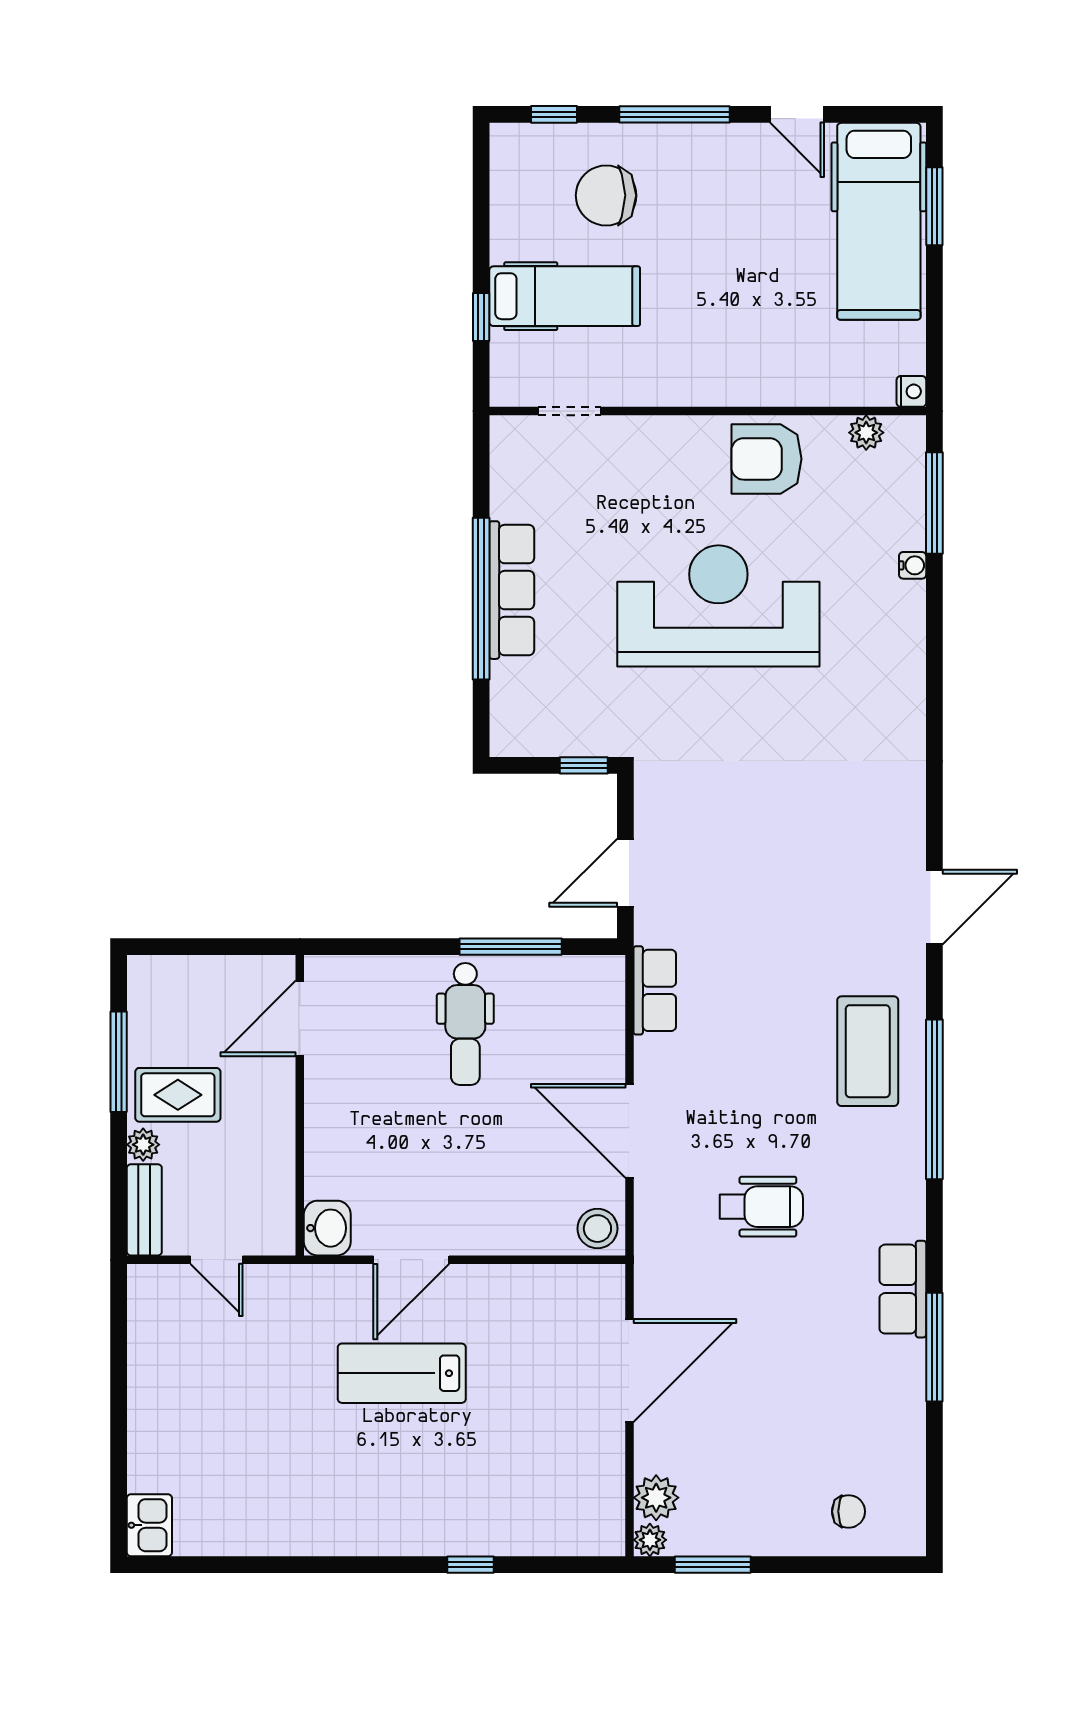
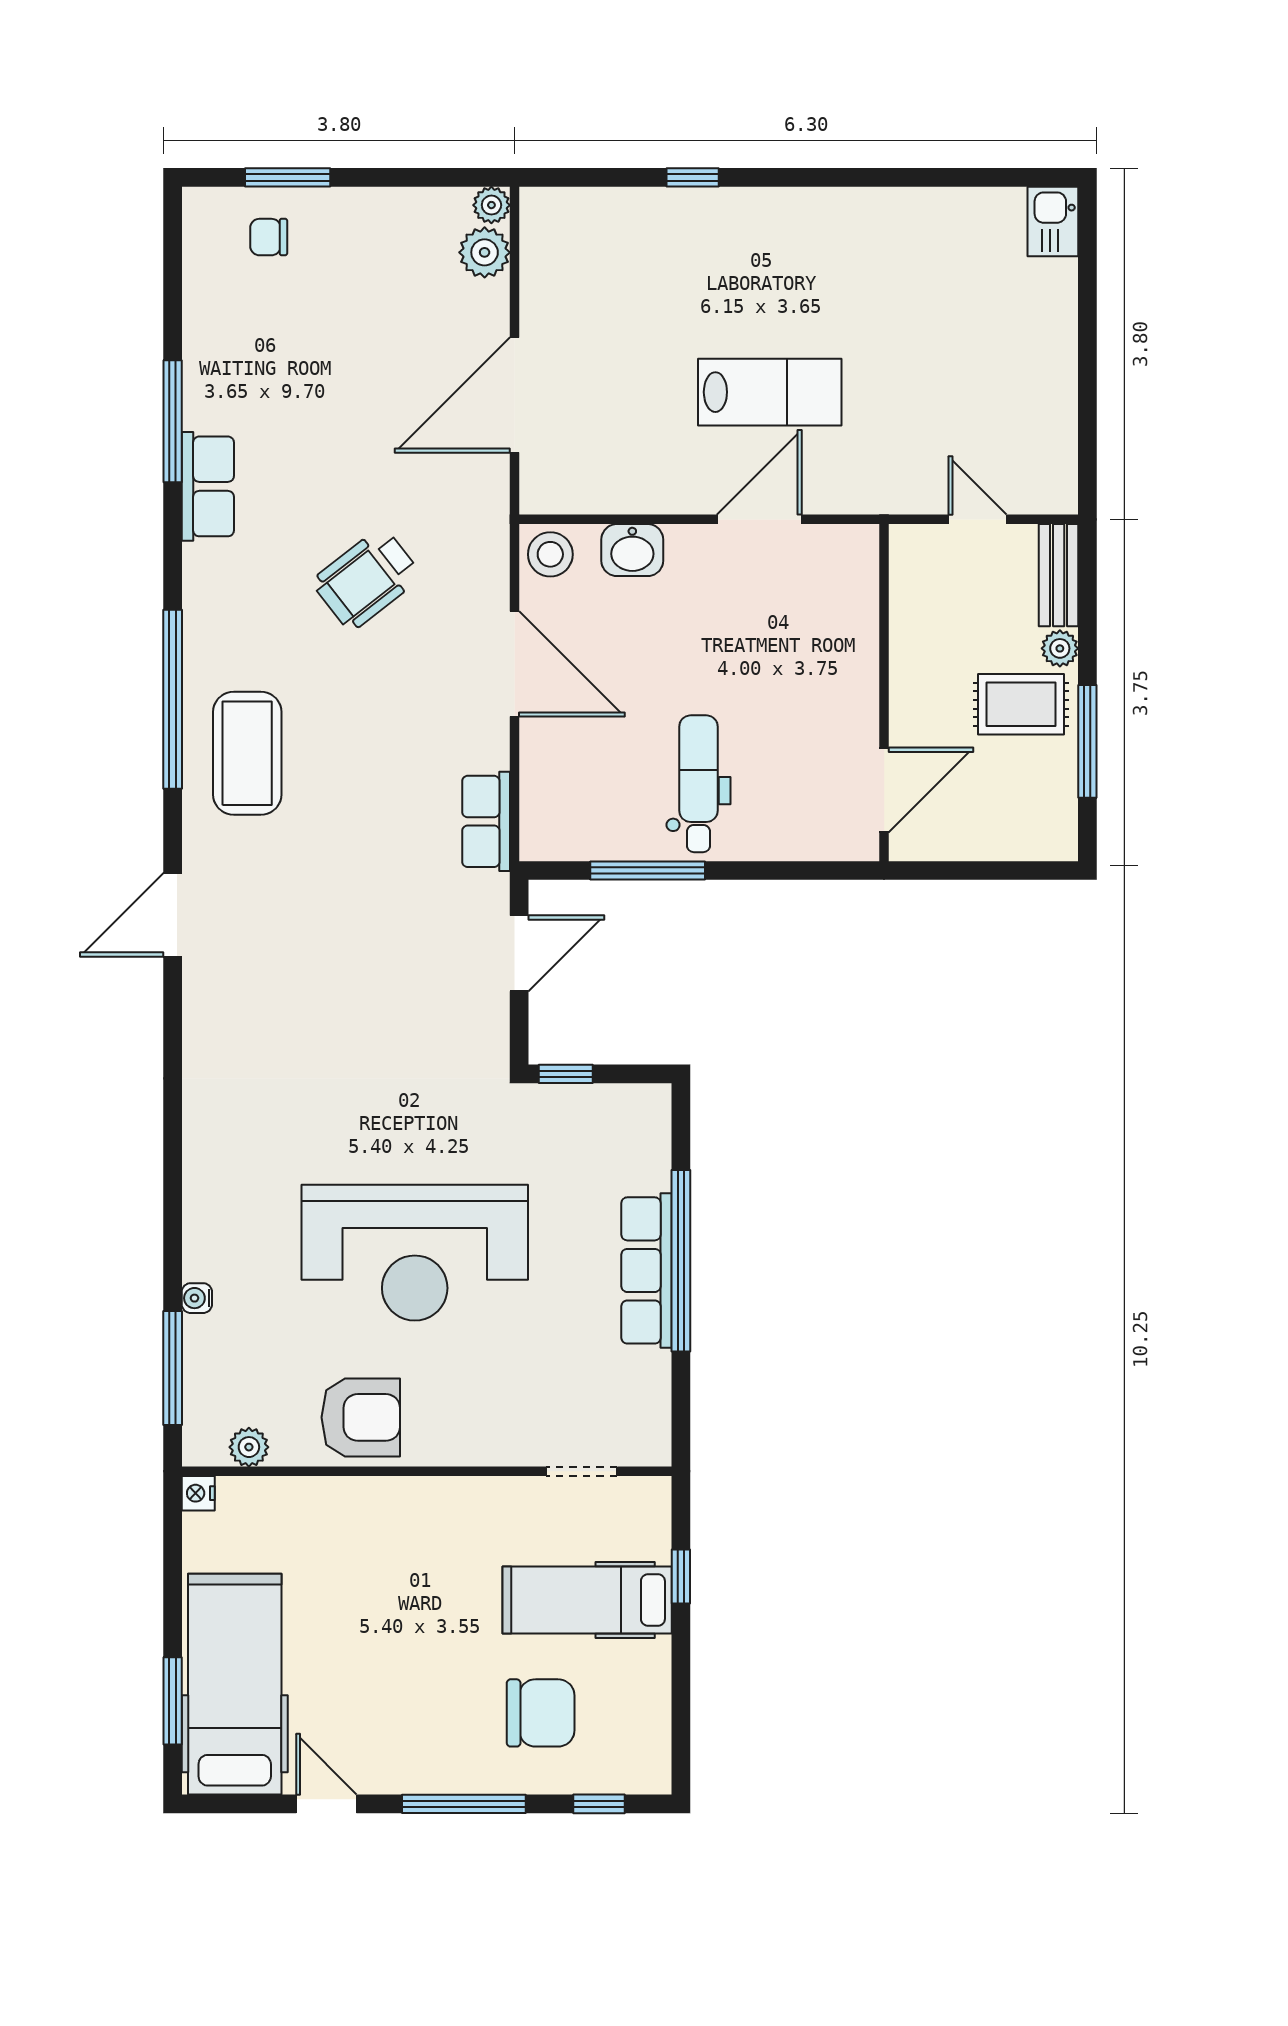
wheelchair: (761, 1207) -> (367, 579), turned -38
washbasin: (327, 1228) -> (632, 550), moved, turned -90
window: (713, 1565) -> (288, 177), moved

